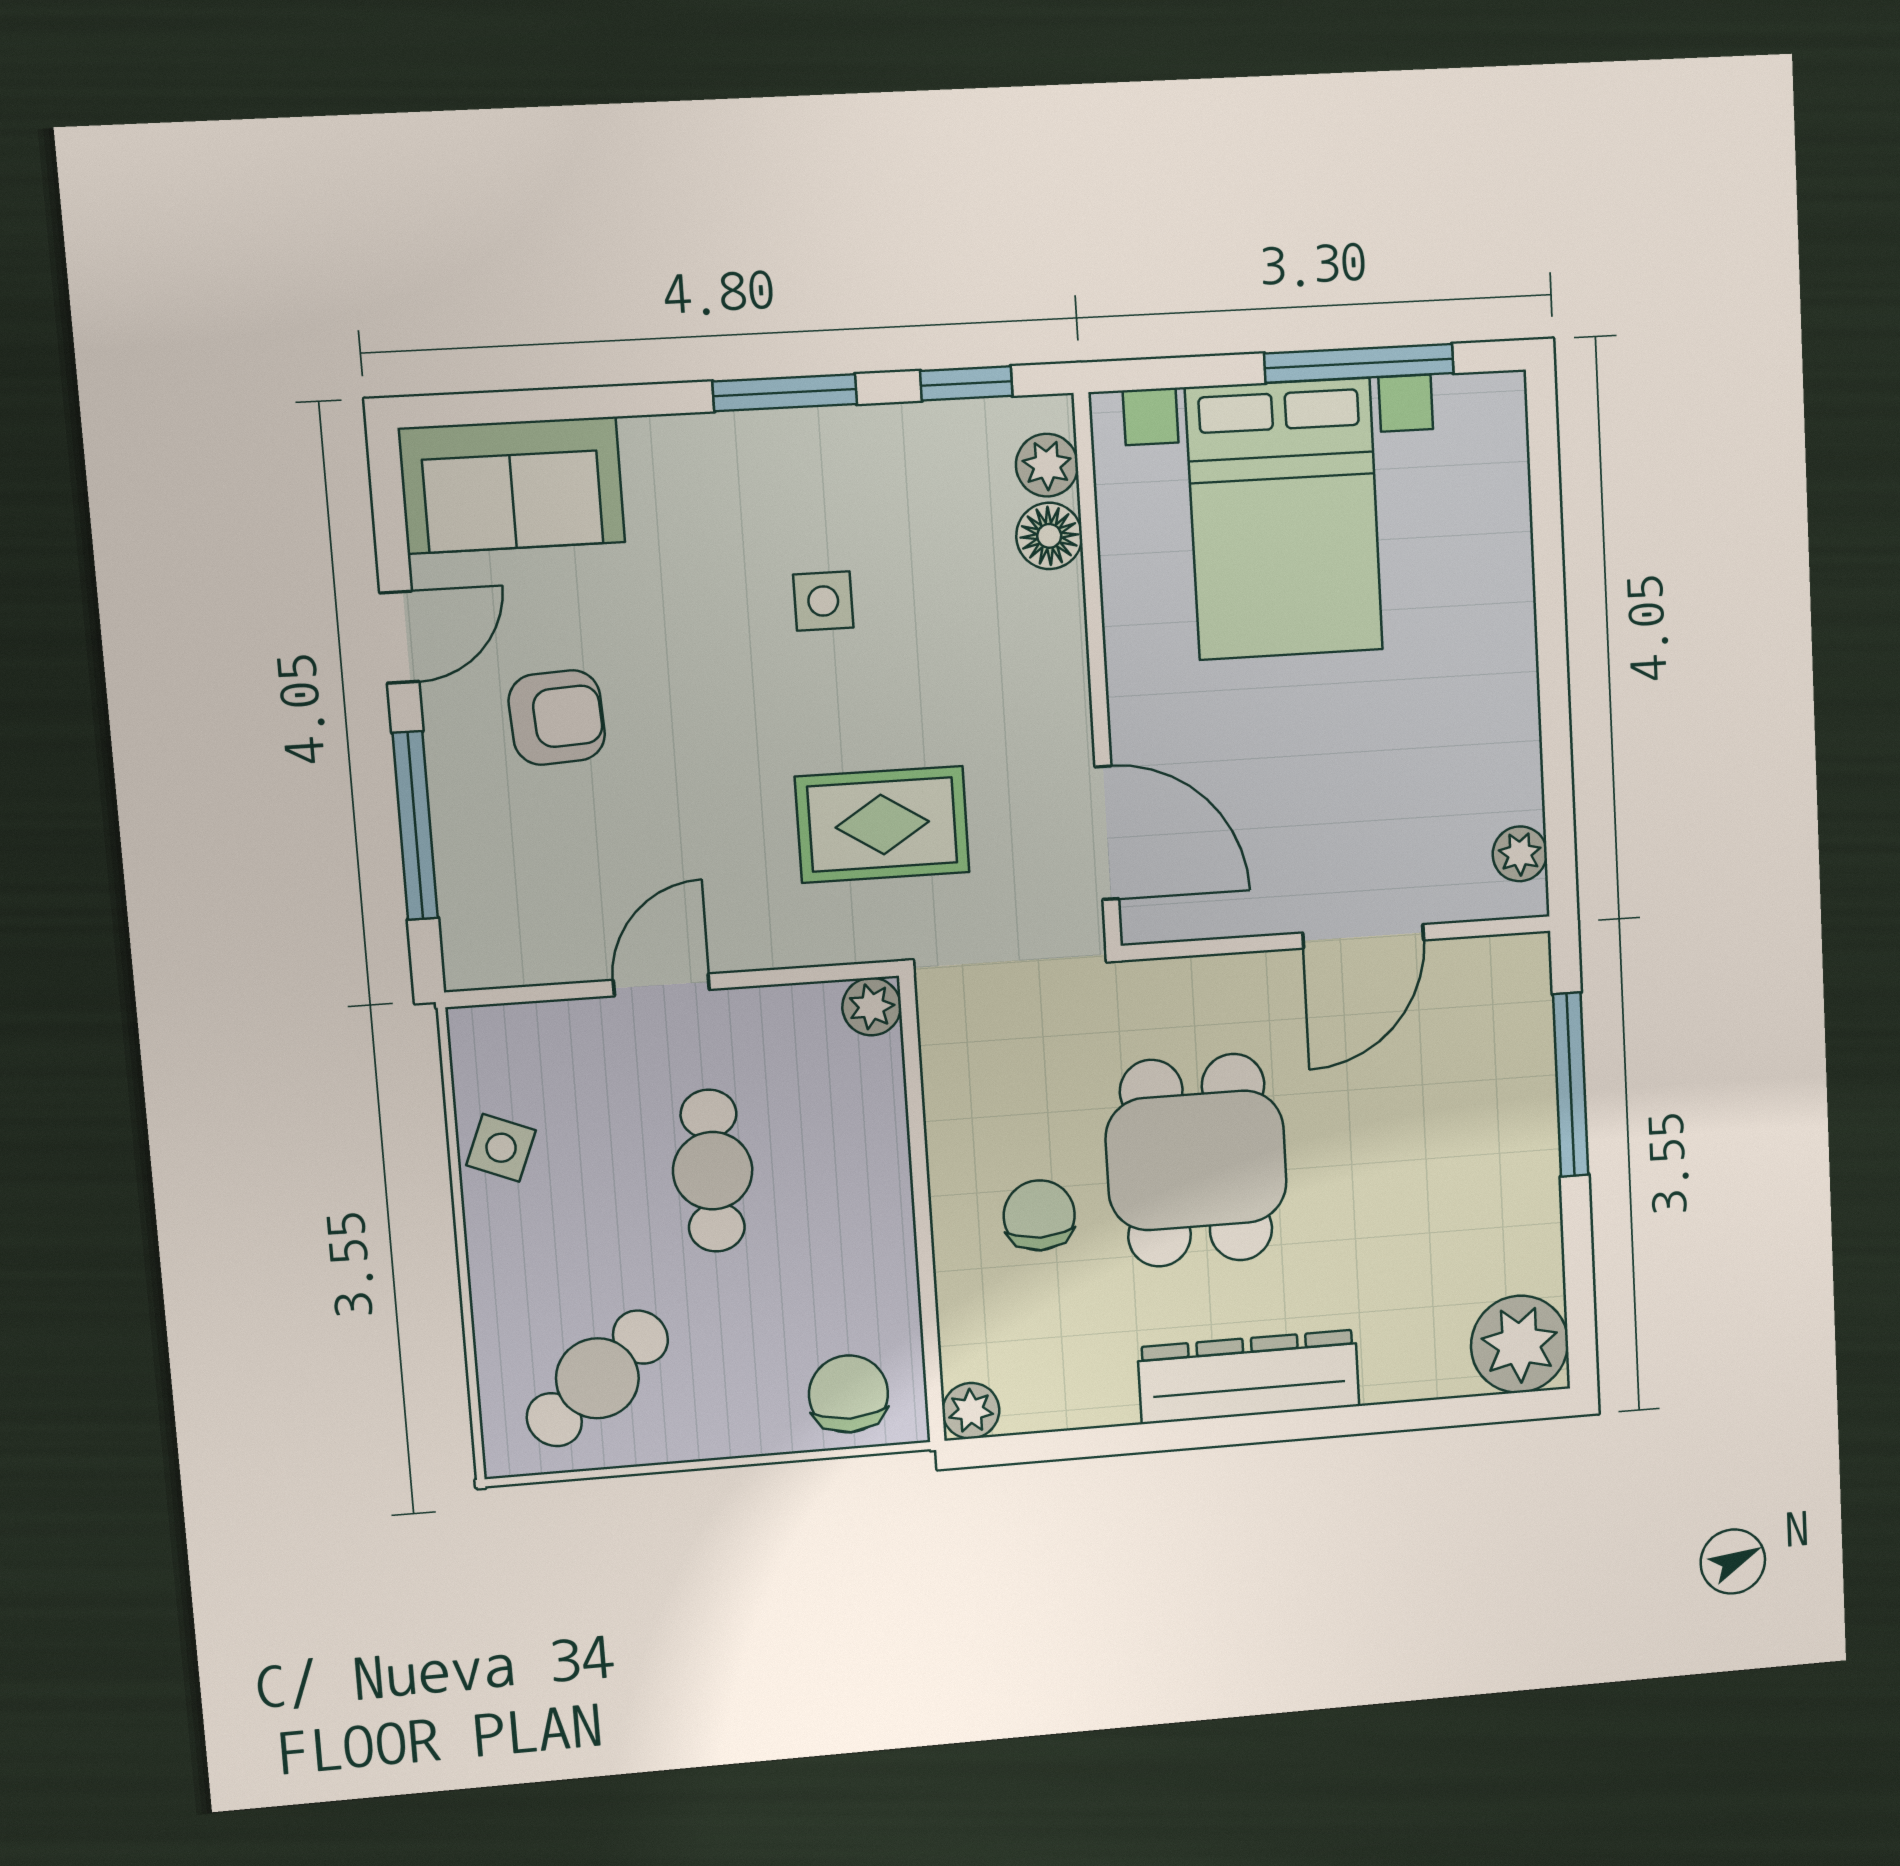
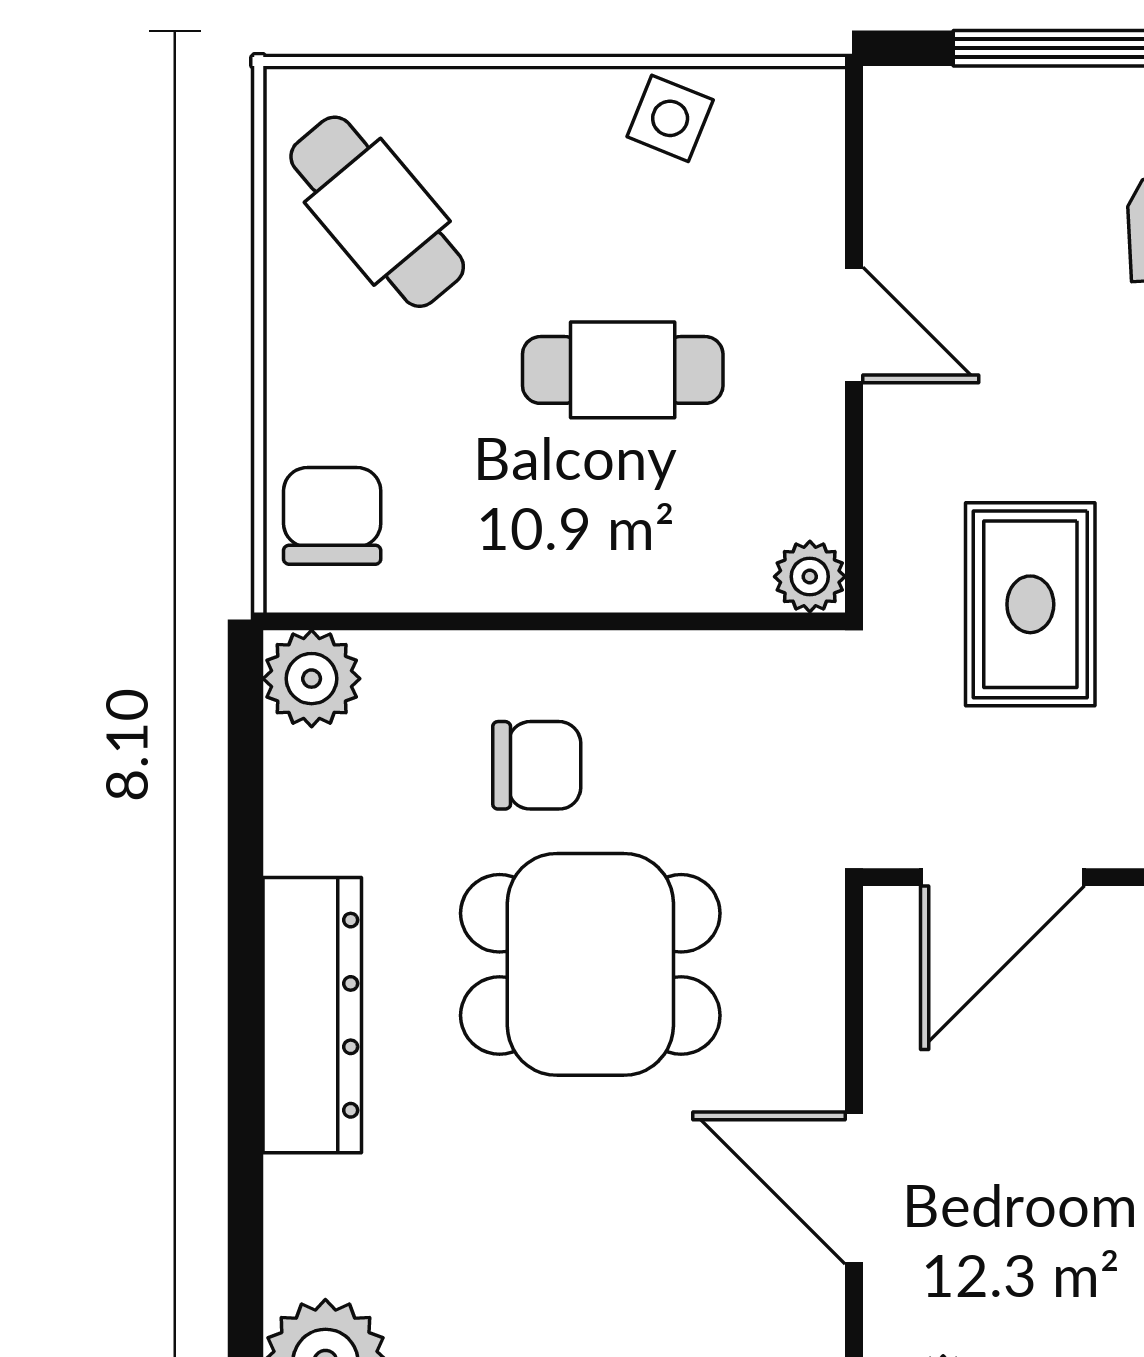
chair: (848, 1394) -> (332, 516), turned -90
plant: (971, 1411) -> (312, 679), width x1.38, depth x1.38

